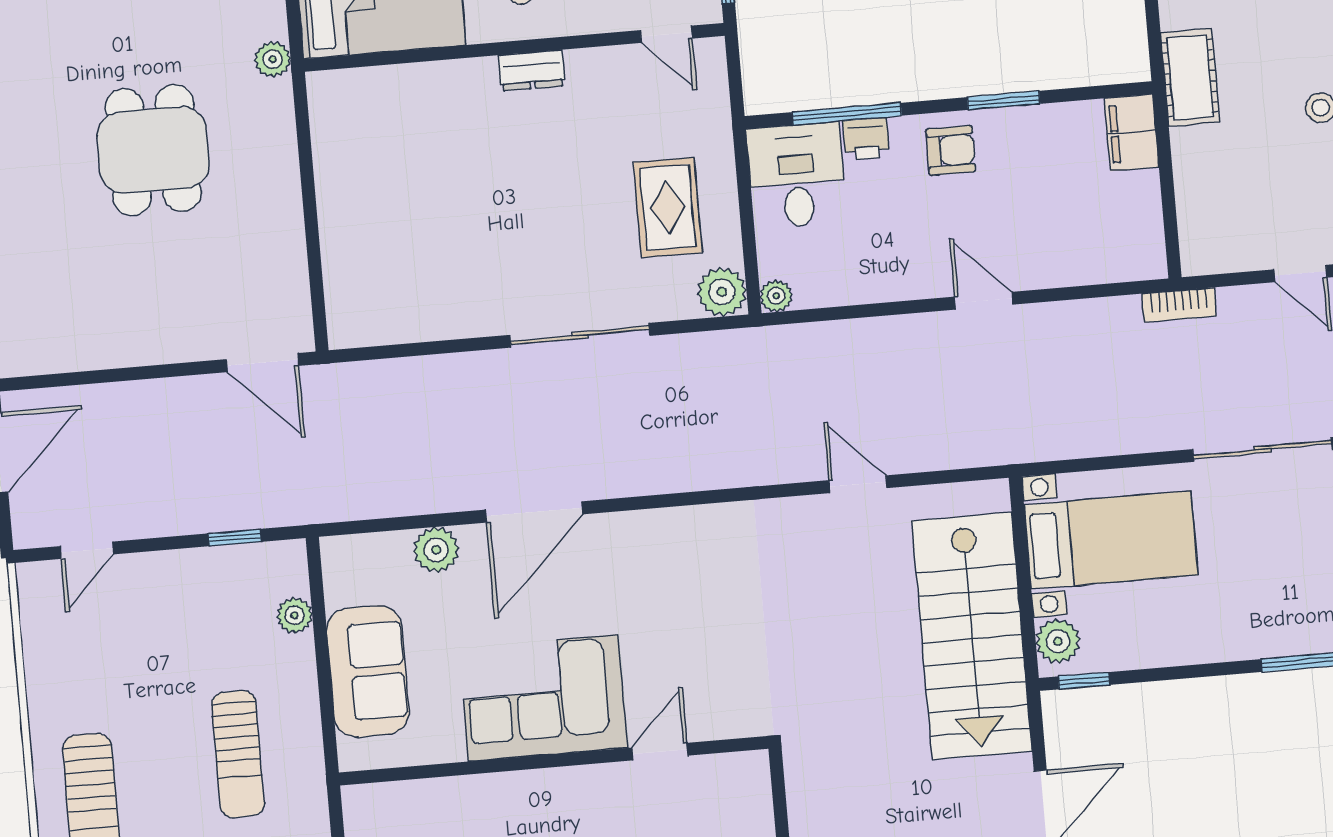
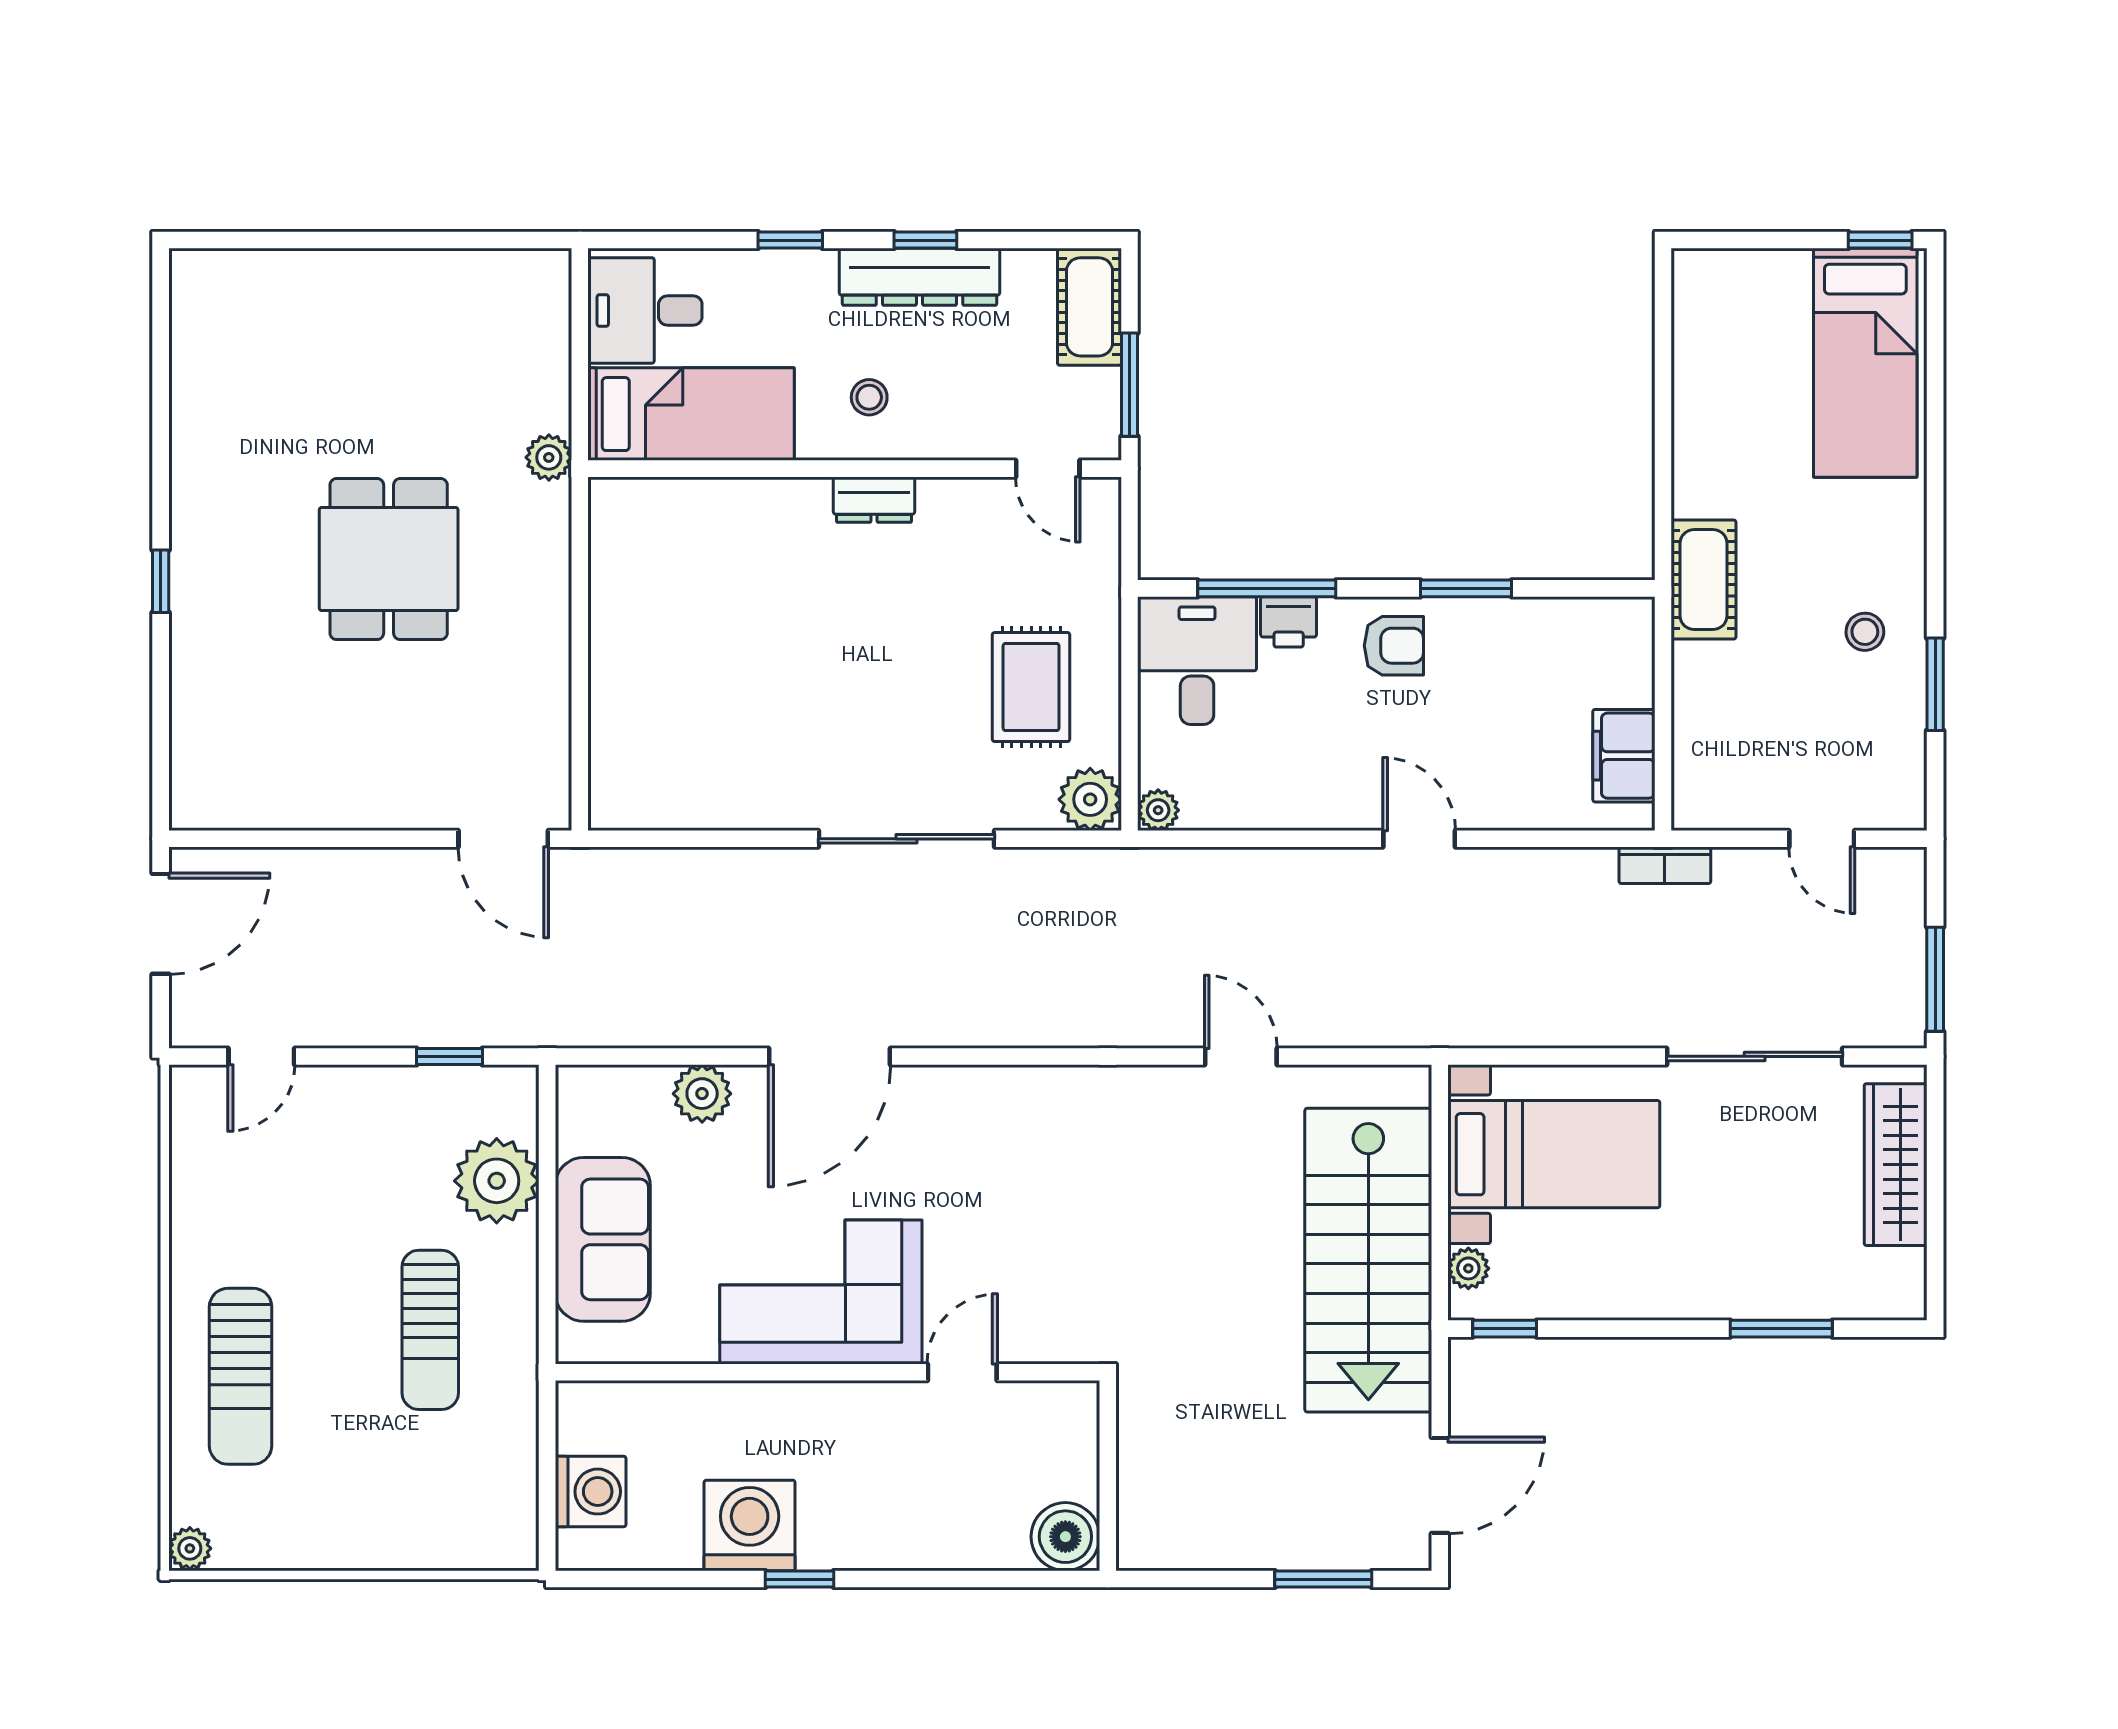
filing cabinet: (1132, 133) -> (1624, 756), moved
plant: (295, 615) -> (497, 1181), width x1.88, depth x1.88
plant: (1058, 641) -> (1468, 1268), width x0.73, depth x0.73

